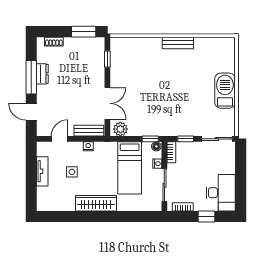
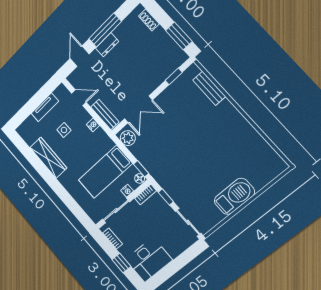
bench: (178, 43) -> (209, 88), moved
dresser: (42, 74) -> (107, 45), moved
wardrobe: (96, 203) -> (48, 158), moved

